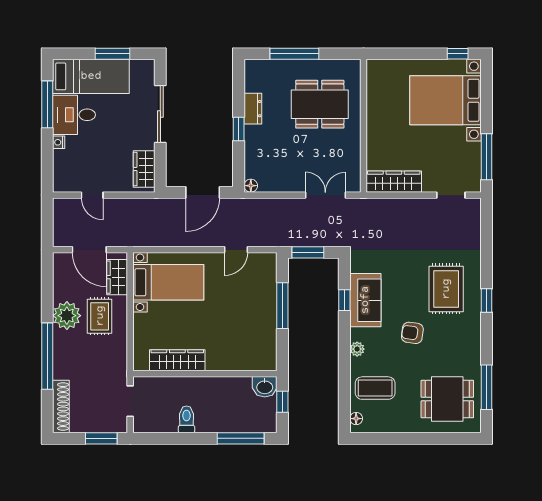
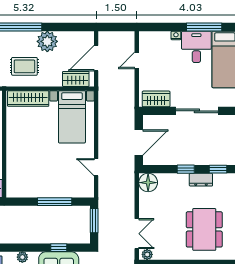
window: (239, 86) -> (218, 169), added
plant: (353, 181) -> (147, 254), added
floor lamp: (251, 186) -> (148, 183), width x1.89, depth x1.89
door: (203, 192) -> (139, 142), swing flipped
rug: (100, 316) -> (24, 66), moved
wardrobe: (177, 360) -> (28, 99), moved, turned 90

